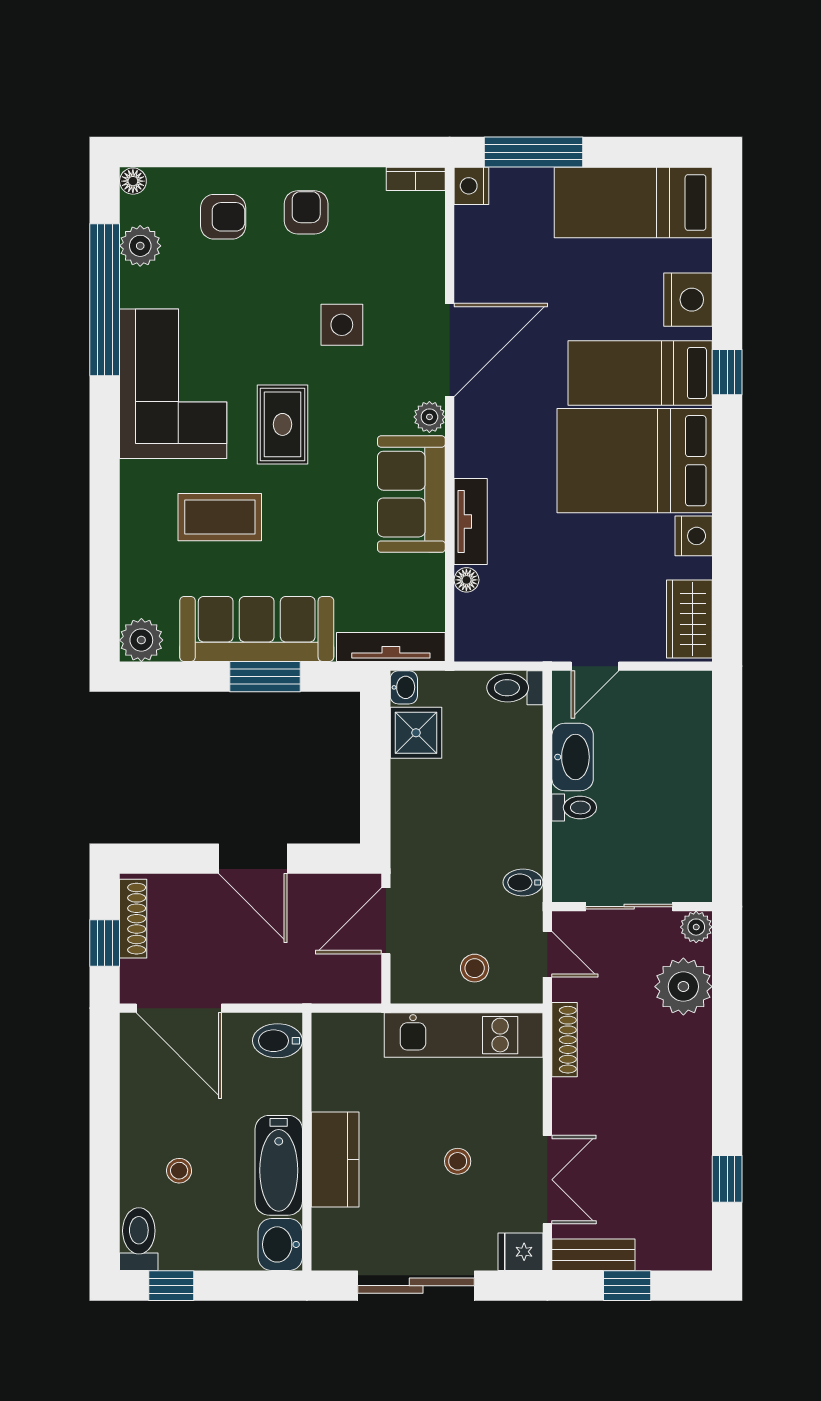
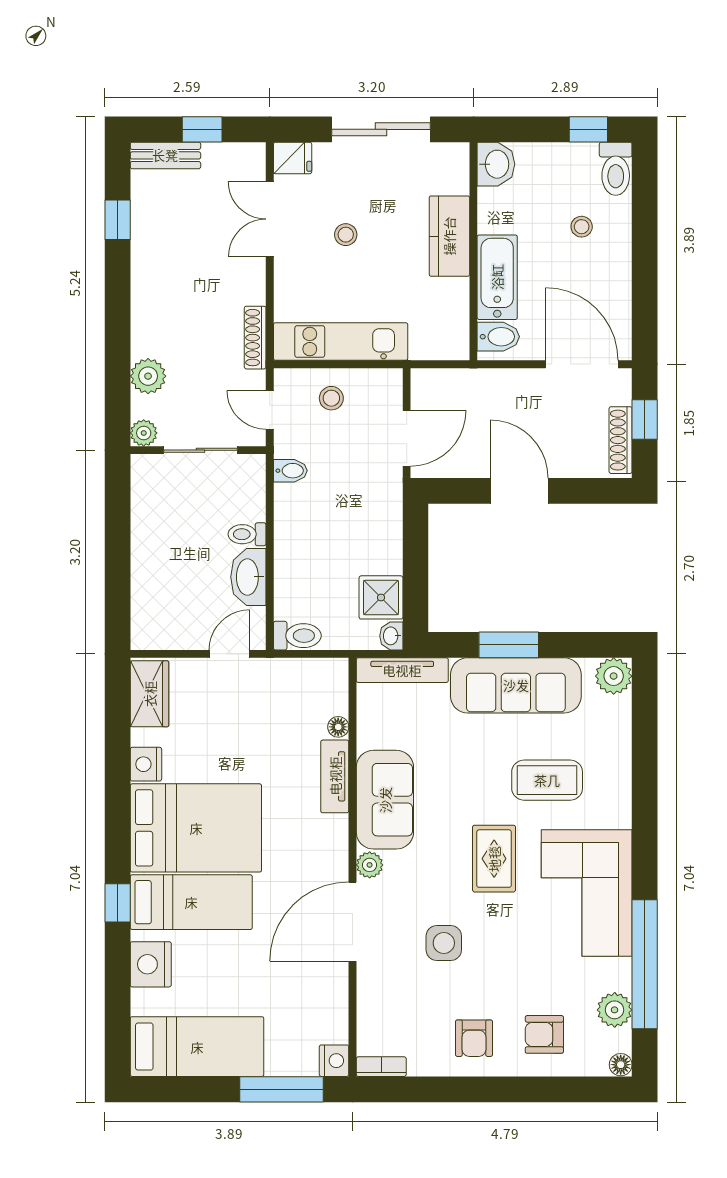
plant: (683, 987) -> (148, 376), width x0.73, depth x0.73
bathtub: (279, 1165) -> (497, 277), moved
bench: (593, 1255) -> (165, 155), moved

